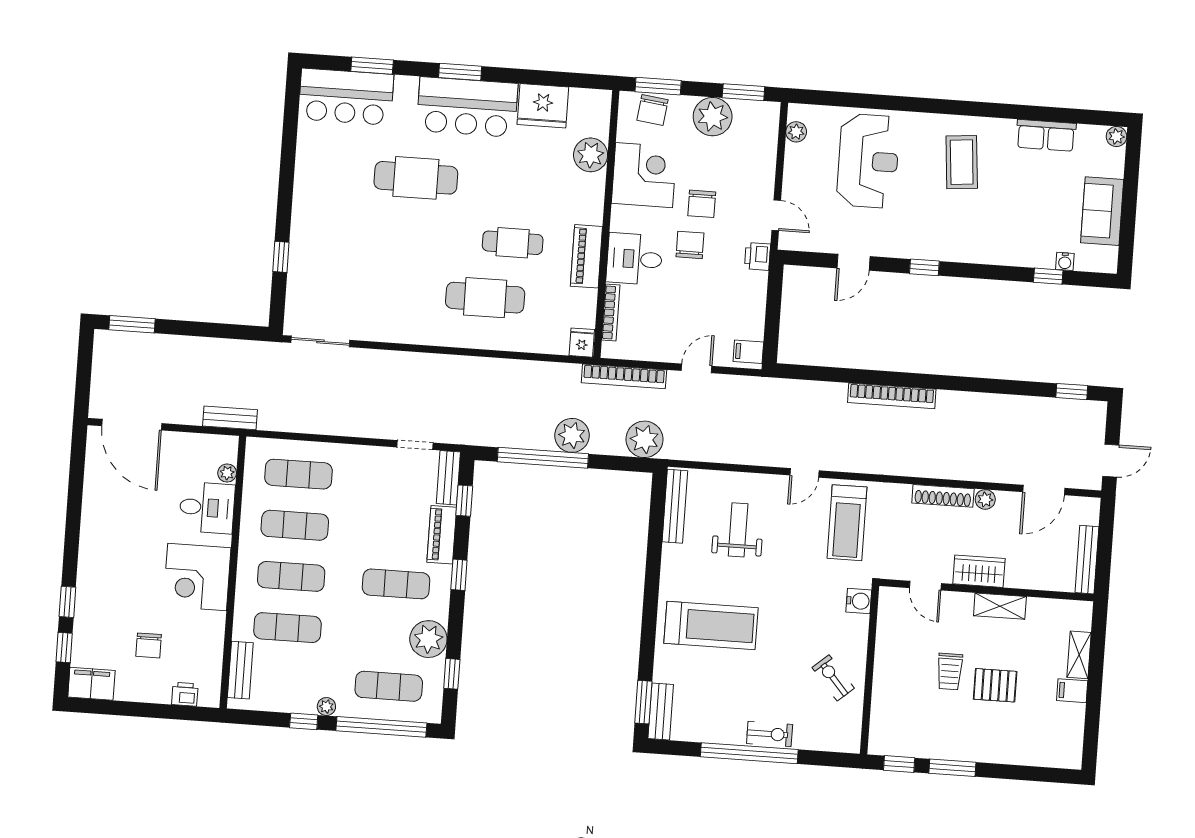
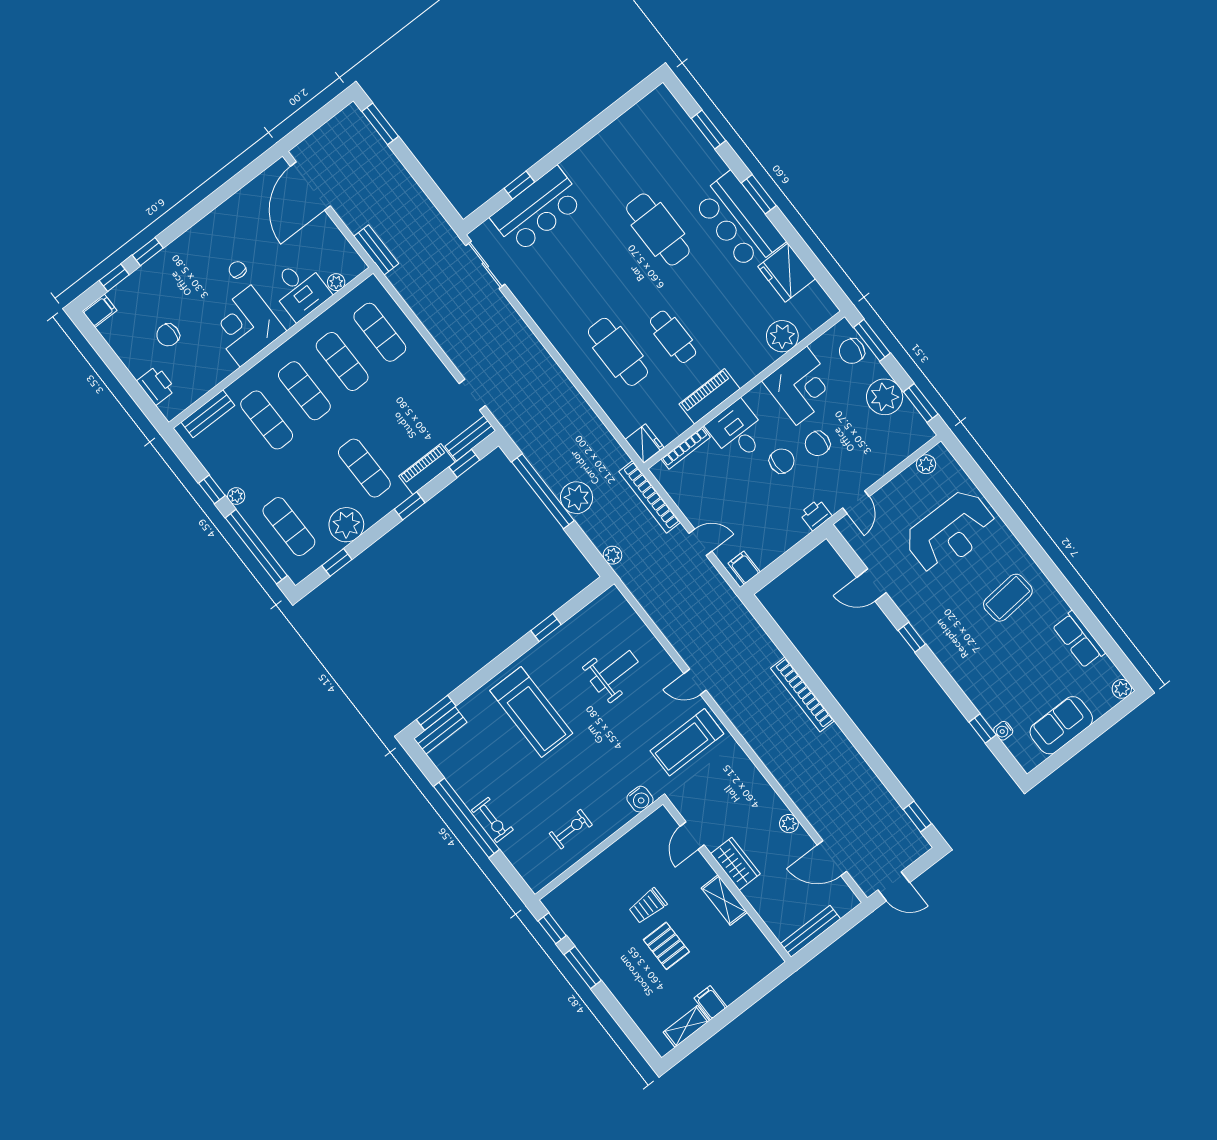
bar counter: (346, 97) -> (538, 210), moved, turned -90
fridge: (582, 343) -> (644, 443), width x1.38
plant: (644, 439) -> (613, 555), width x0.53, depth x0.53
shoe rack: (943, 496) -> (765, 792), removed
bench: (675, 506) -> (591, 613), removed
chair: (146, 543) -> (237, 270), added
window: (654, 553) -> (546, 627), added
shelving: (1079, 655) -> (686, 1026), moved
exercise bike: (833, 678) -> (571, 829), turned 41
filing cabinet: (91, 684) -> (100, 311), width x0.50
printer: (185, 694) -> (156, 385), width x1.36, depth x1.24

